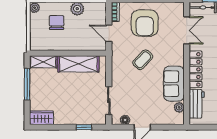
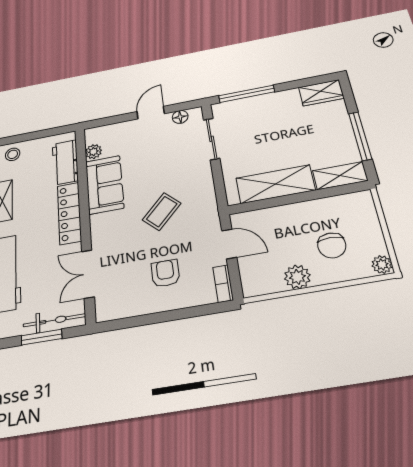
armchair: (145, 23) -> (165, 273), width x0.53, depth x0.53
window: (84, 127) -> (247, 94), width x2.17

